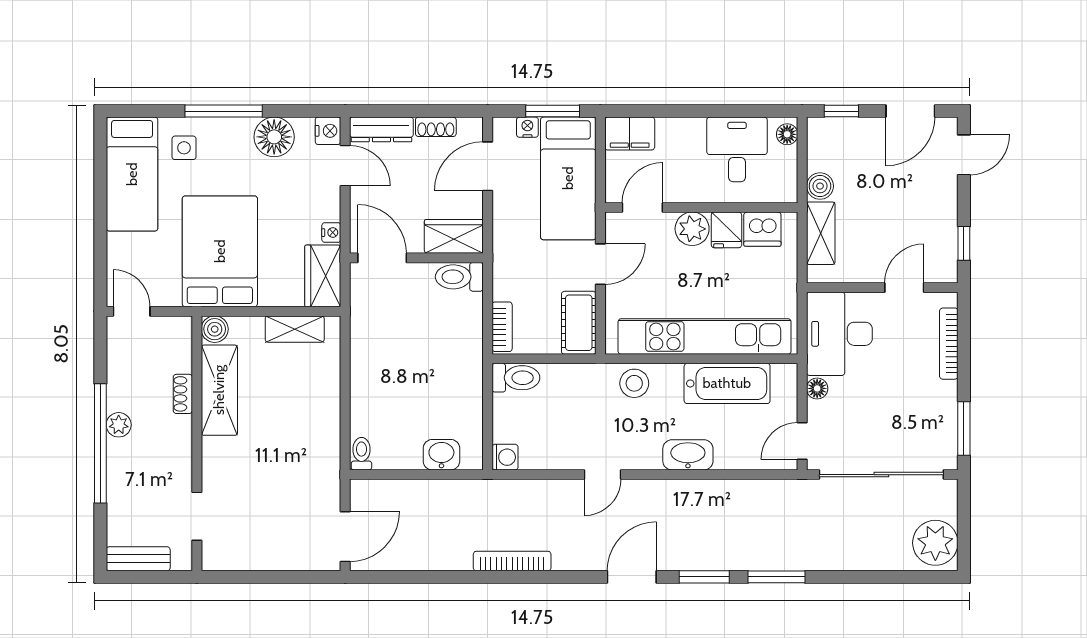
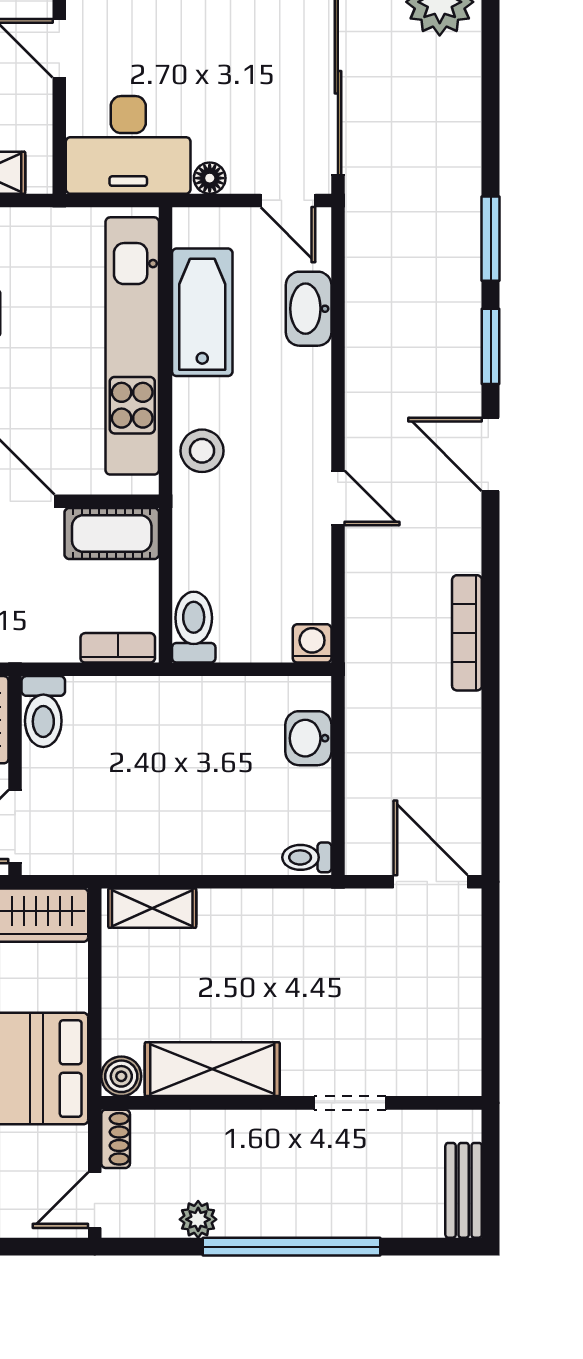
shelving: (295, 329) -> (152, 908), moved, turned 90
shoe rack: (183, 394) -> (116, 1139), moved, turned -90
plant: (119, 425) -> (198, 1219), moved
washbasin: (688, 455) -> (309, 309), moved
doorway: (197, 516) -> (350, 1103), moved

